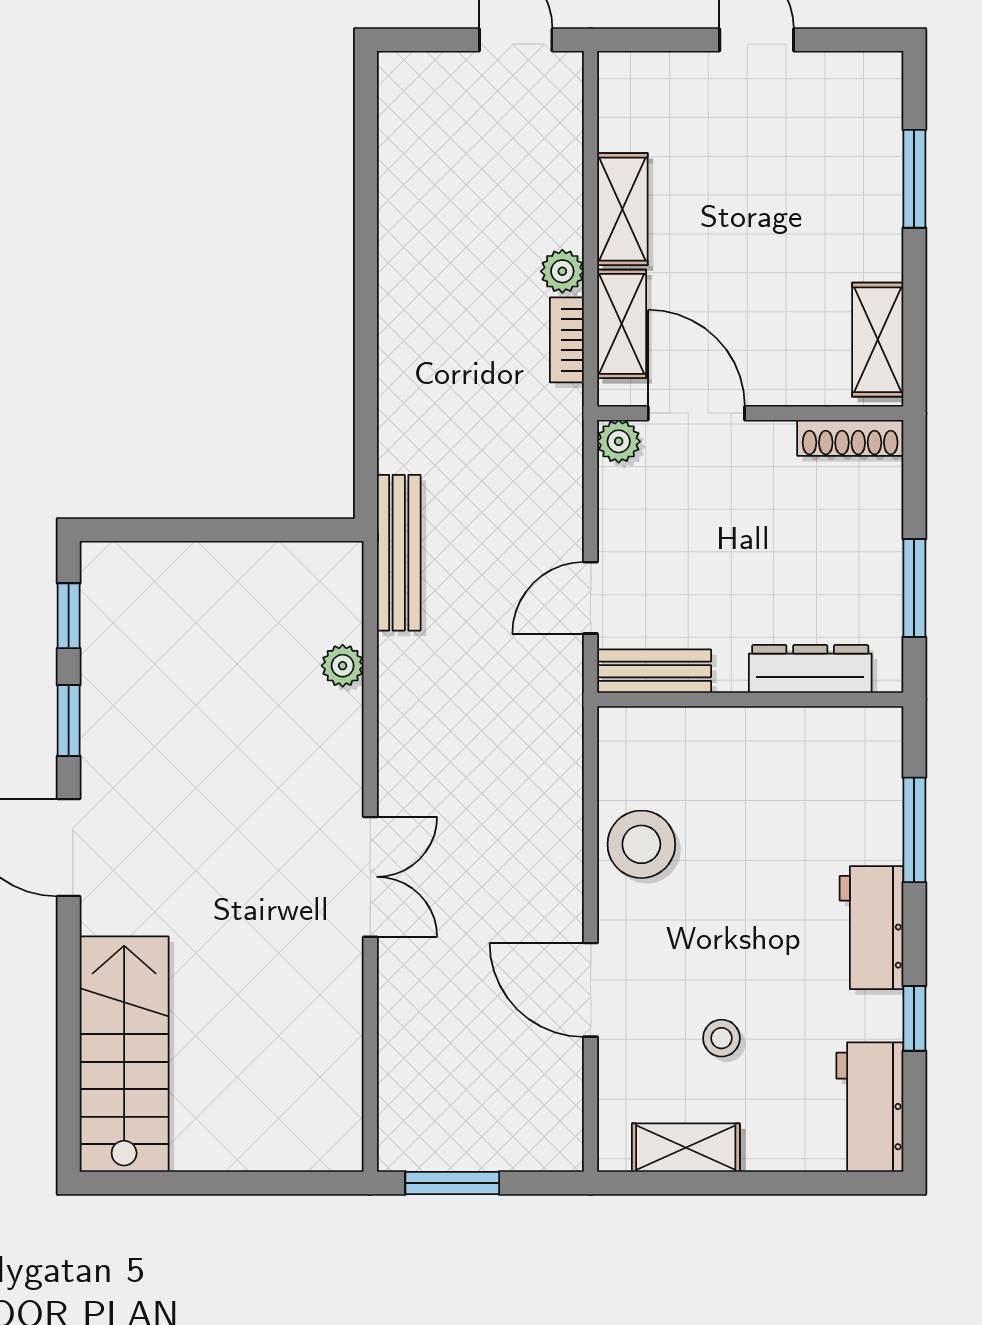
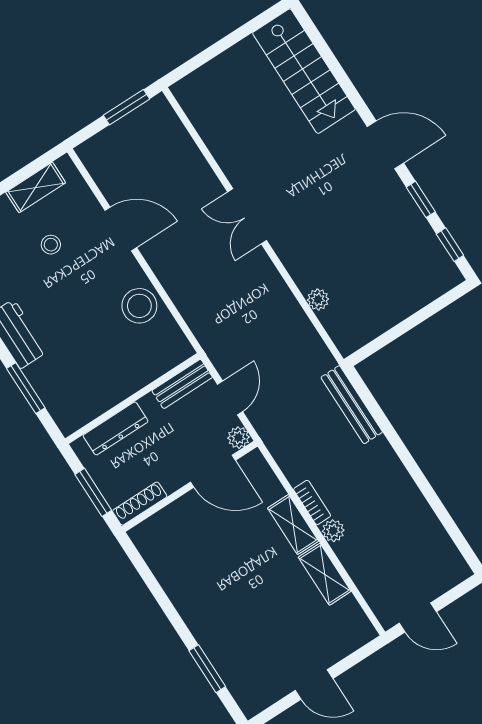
shelving: (878, 340) -> (178, 589), removed
door: (696, 413) -> (213, 471), moved
wall: (750, 413) -> (190, 486), moved
shoe rack: (850, 438) -> (140, 504), moved
plant: (619, 441) -> (239, 438), moved
bench: (399, 553) -> (352, 405), moved

